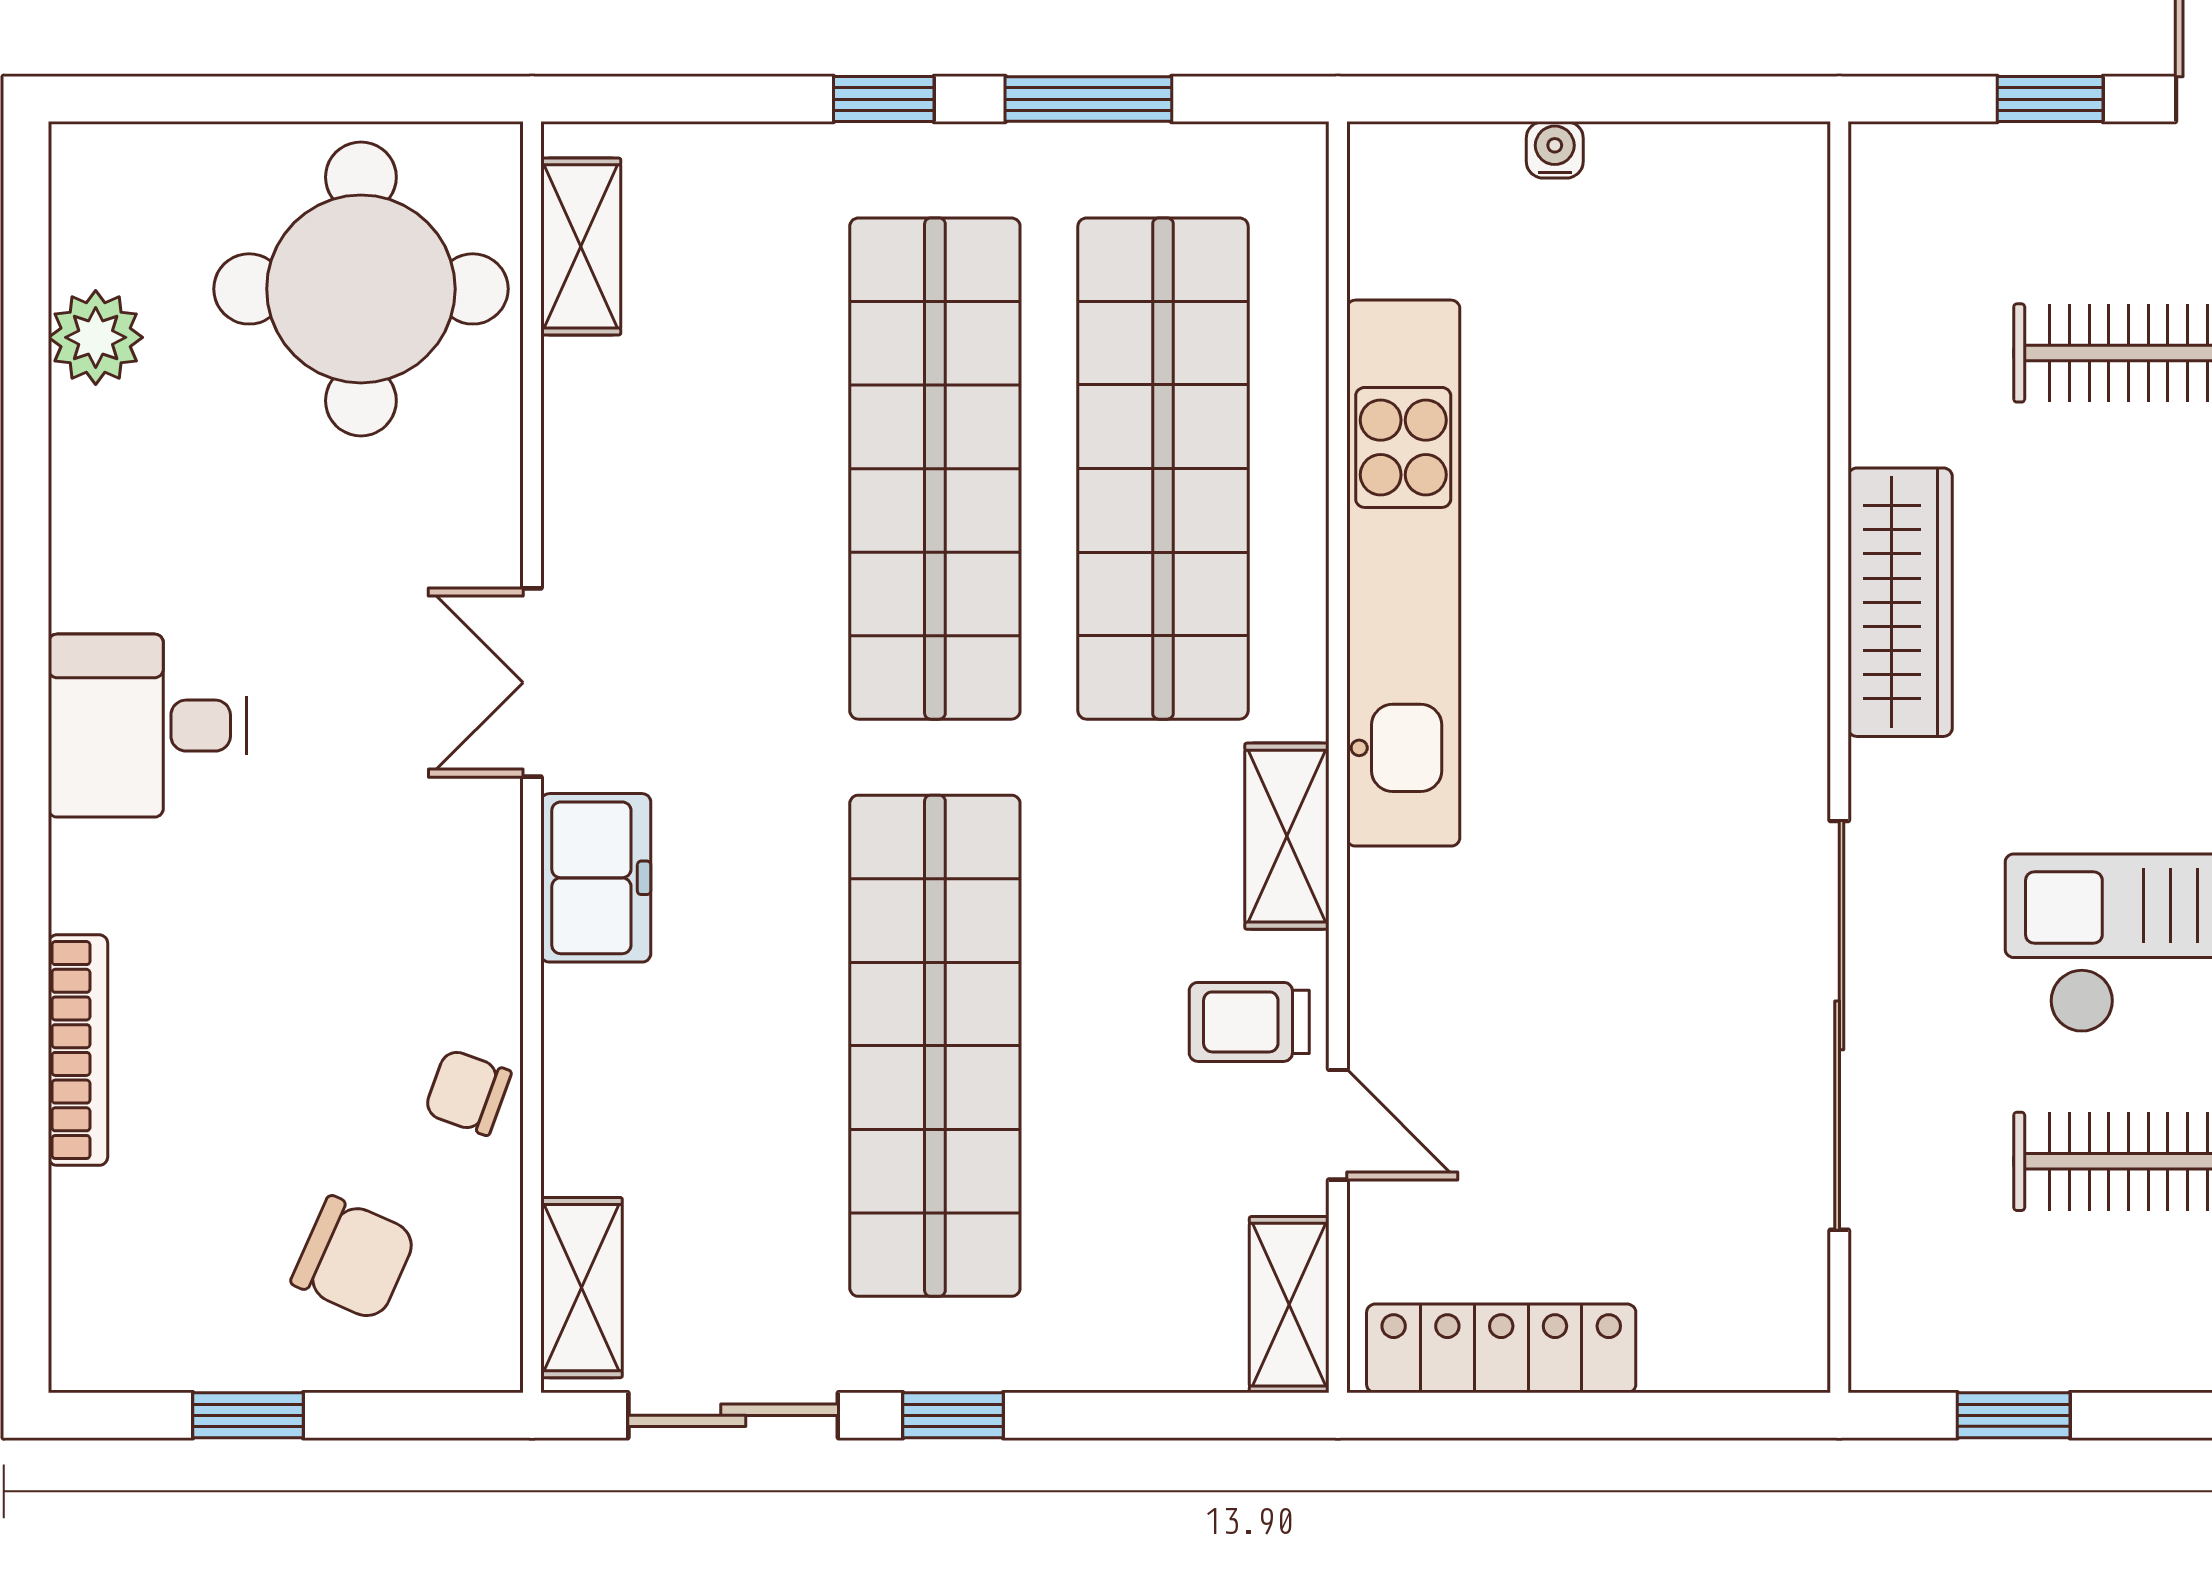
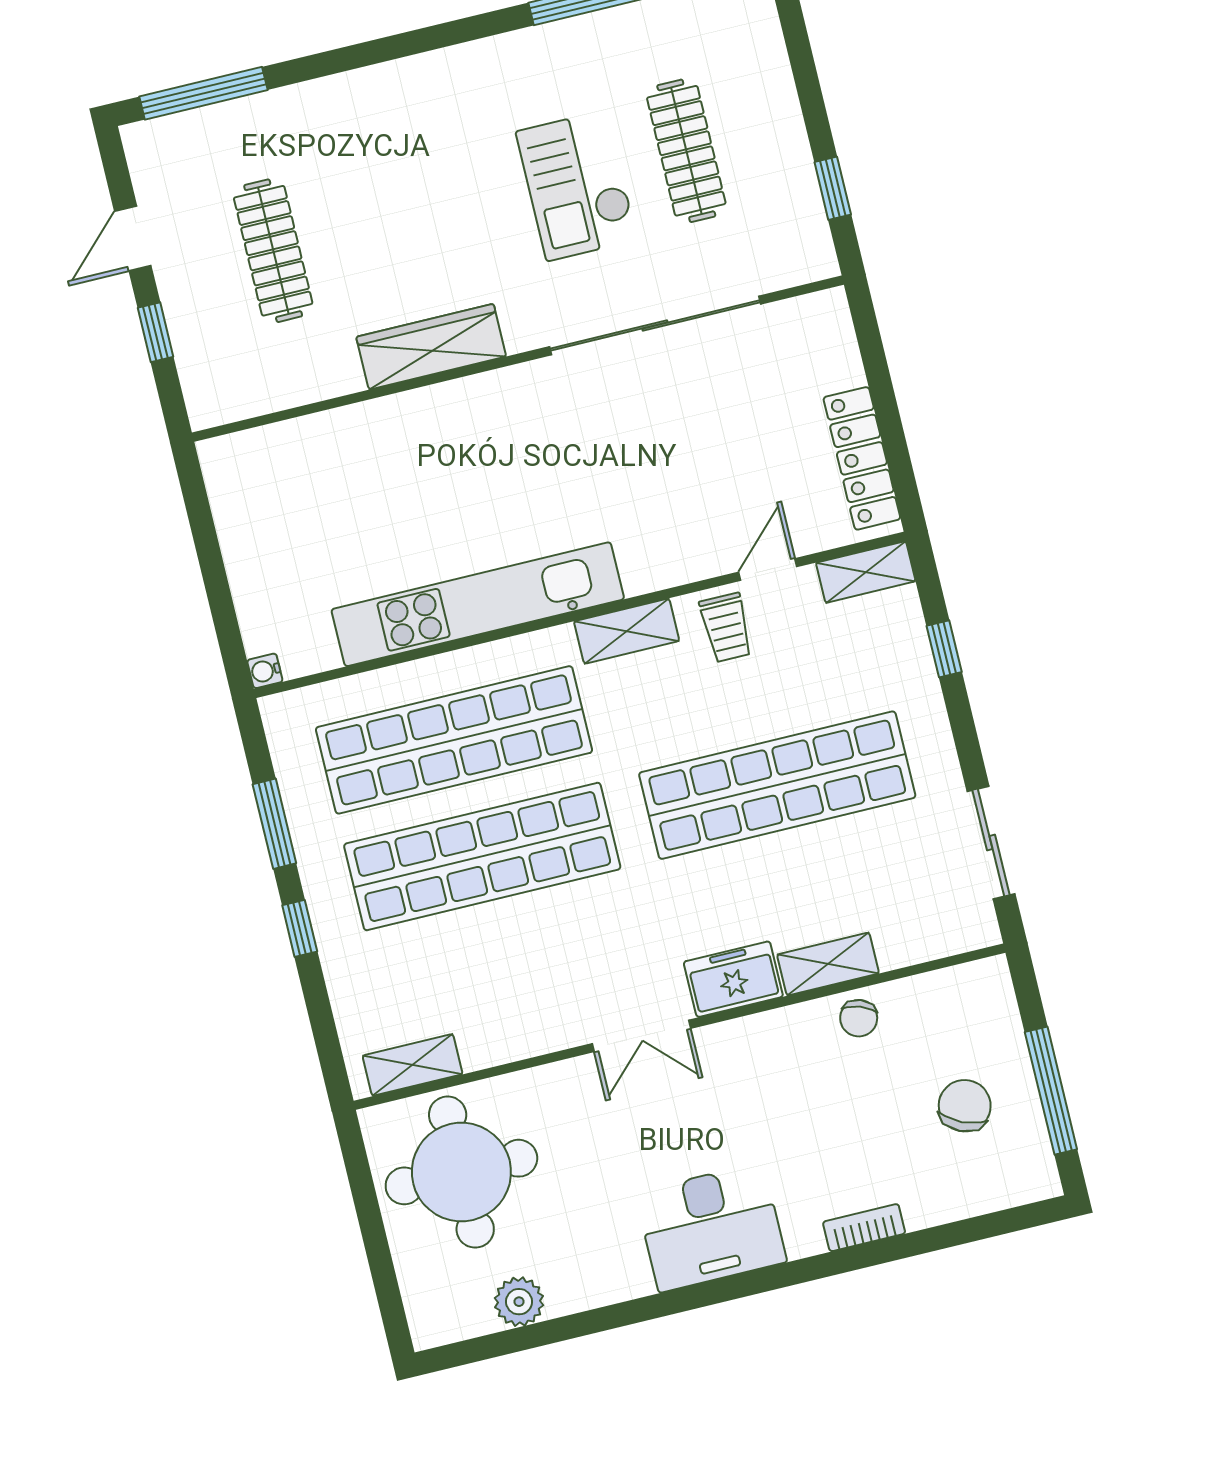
water cooler: (1555, 150) -> (265, 671), moved
desk: (147, 726) -> (711, 1227), width x1.37
bookcase: (78, 1050) -> (864, 1228), width x0.64
chair: (354, 1258) -> (965, 1106), moved
shelving: (582, 1288) -> (828, 964), moved
window: (248, 1415) -> (1051, 1091), width x2.17
window: (953, 1415) -> (944, 649), moved

